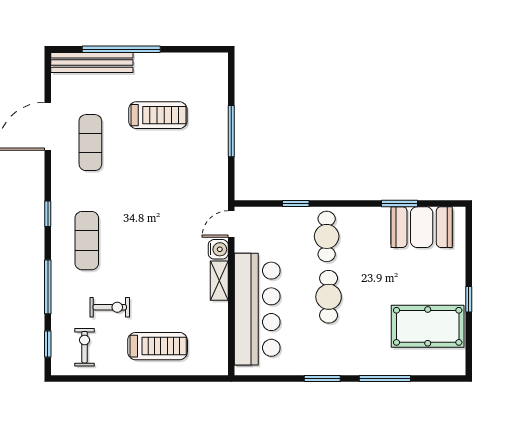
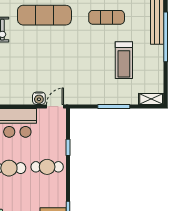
door: (231, 224) -> (55, 107), hinge flipped
exercise mat: (87, 241) -> (44, 15), width x1.36, depth x1.45
shelving: (219, 281) -> (151, 99), moved

